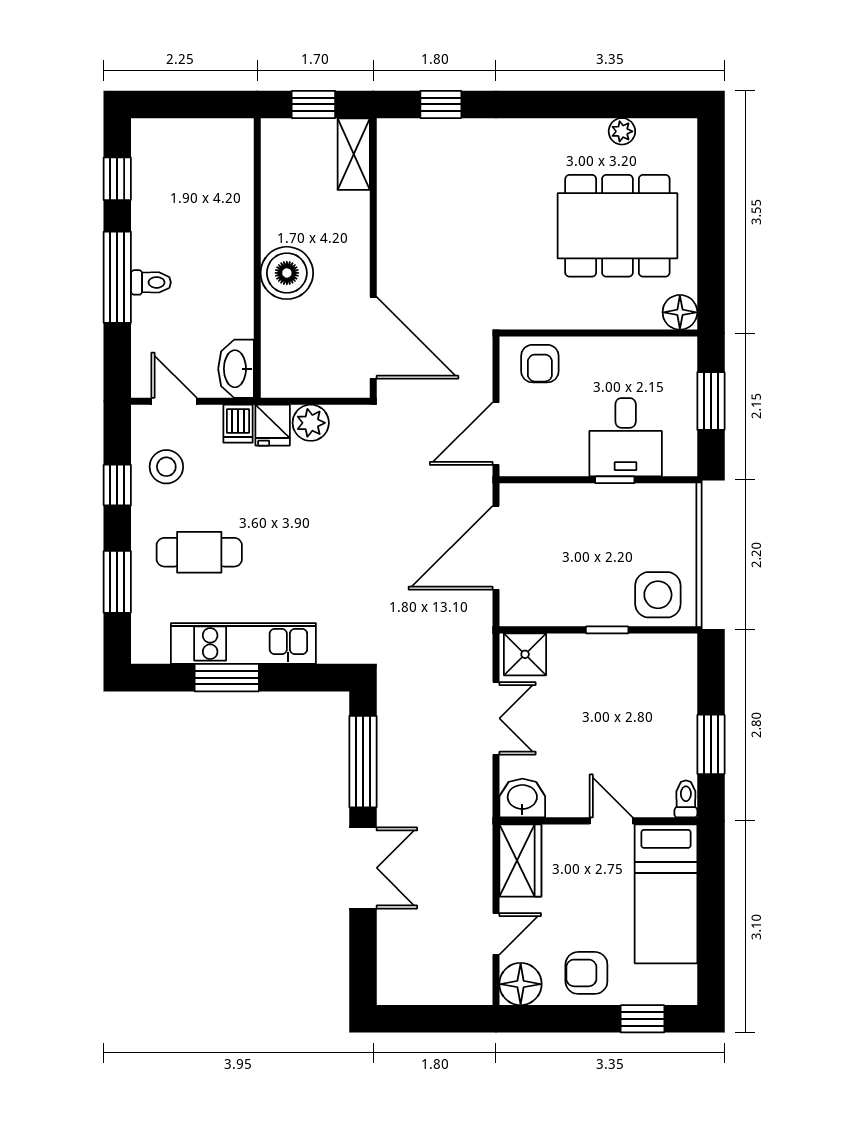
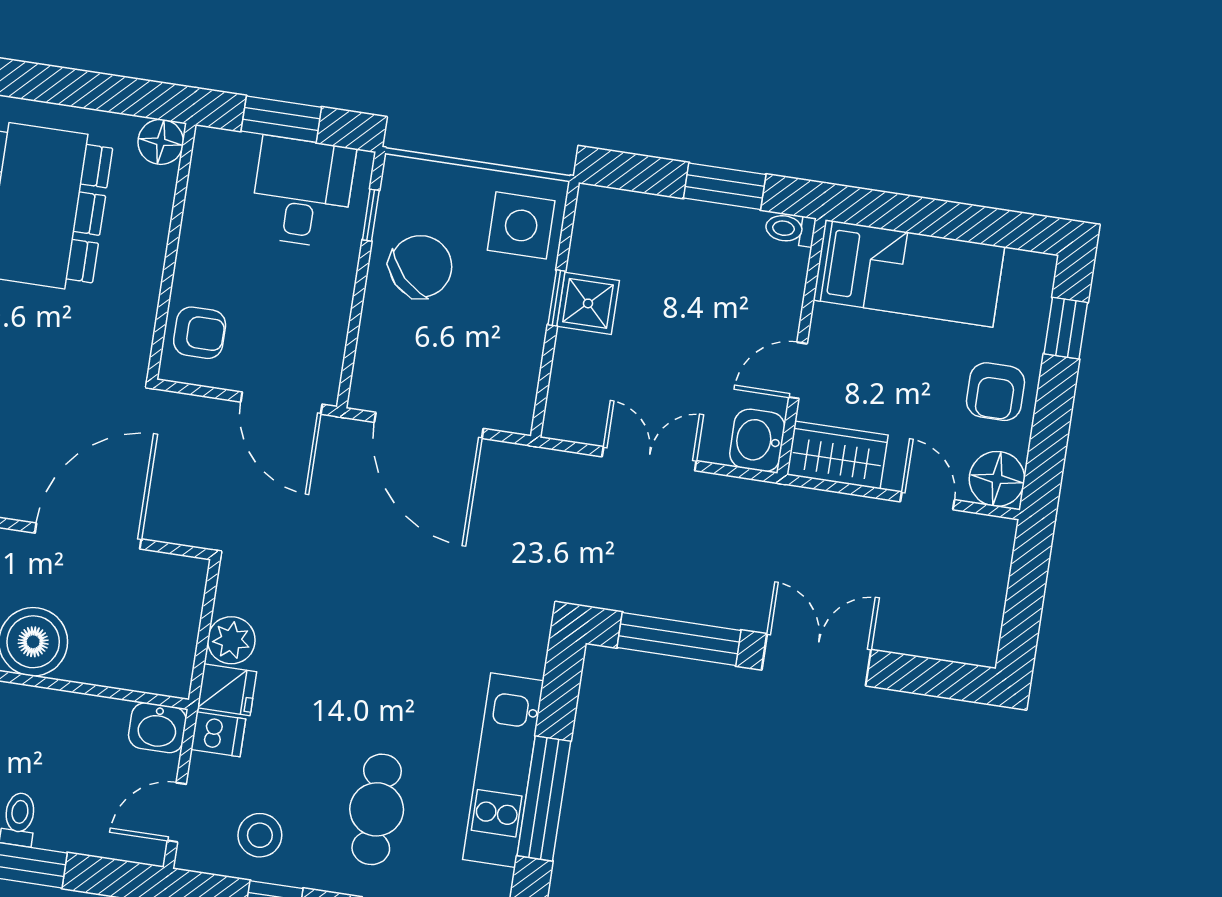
door: (373, 338) -> (88, 536), moved
washbasin: (236, 369) -> (157, 728), width x0.72
desk: (626, 437) -> (302, 192), moved, turned -90
window: (615, 480) -> (371, 215), moved
chair: (615, 523) -> (421, 266), added
shower: (525, 654) -> (588, 303), moved
window: (227, 678) -> (544, 798), width x1.44
door: (611, 821) -> (798, 370), moved

